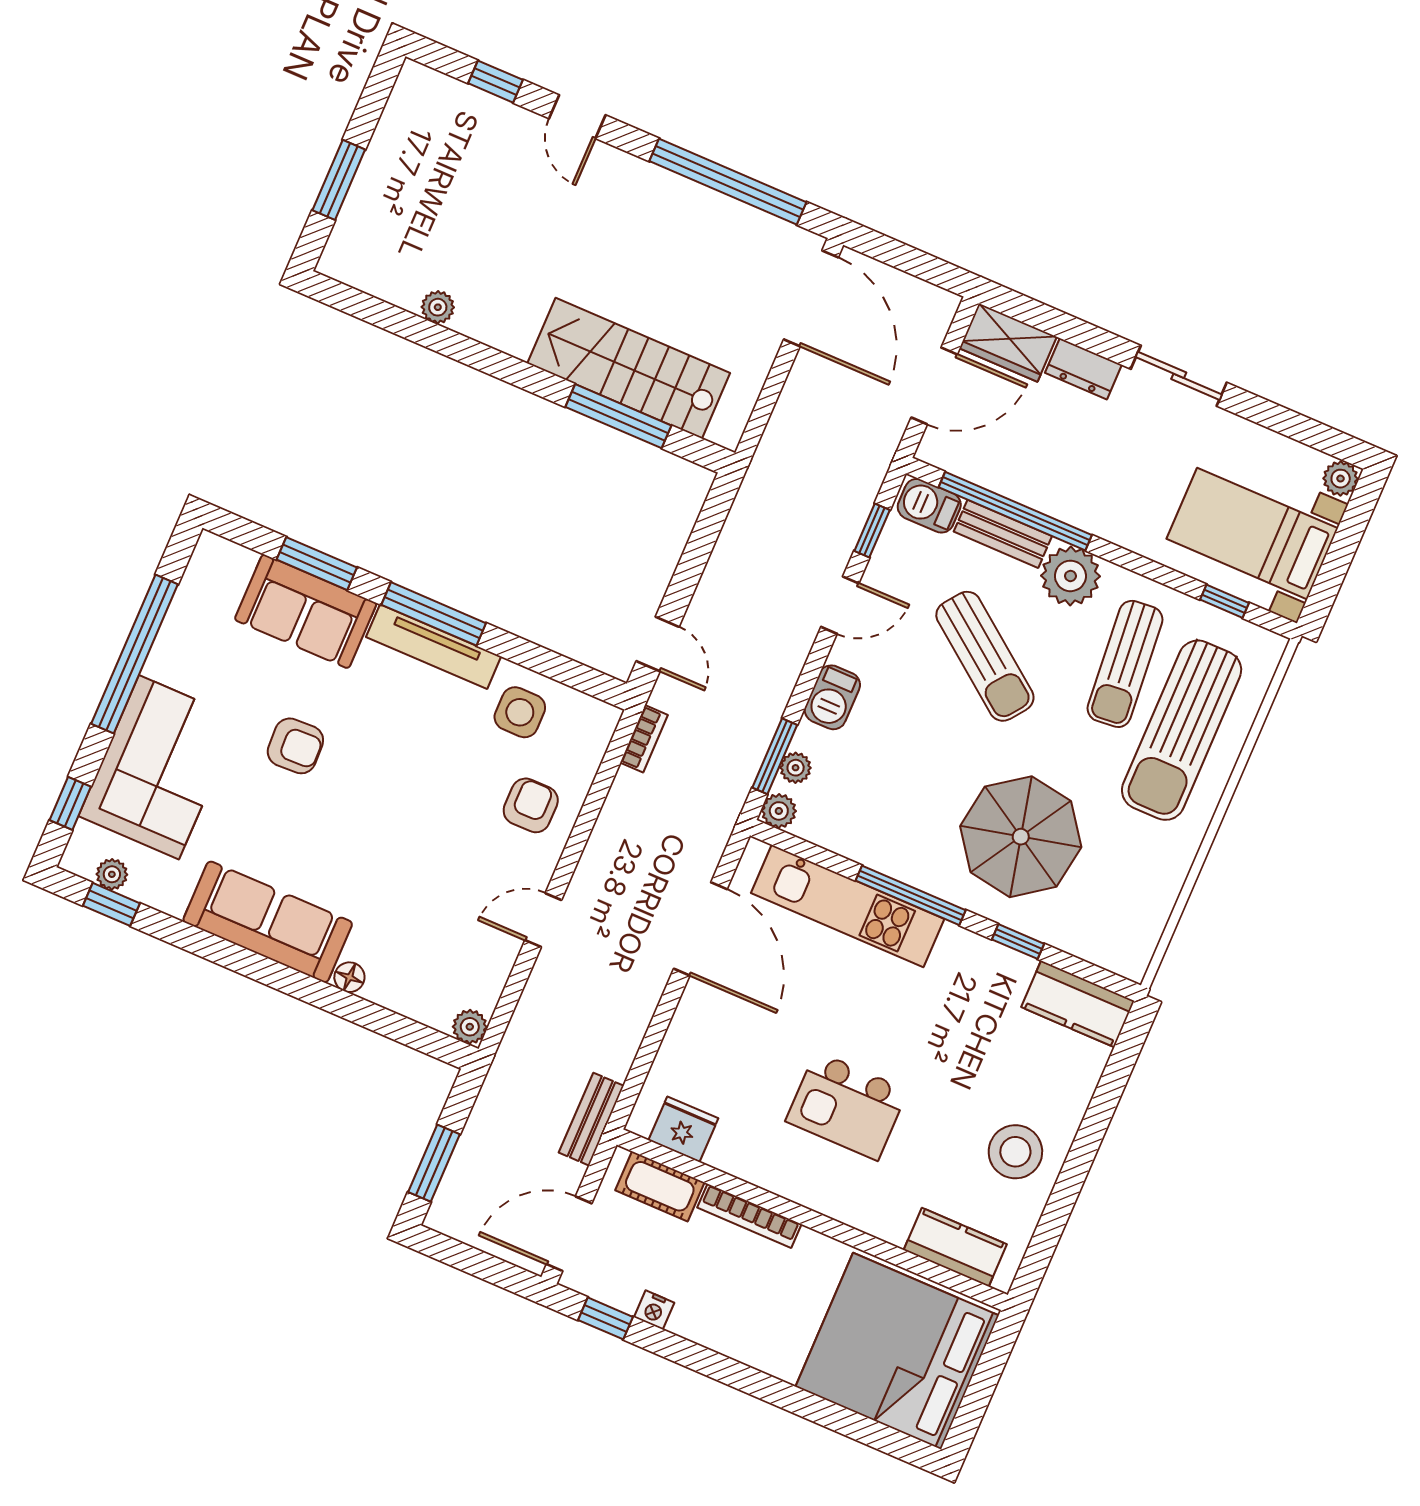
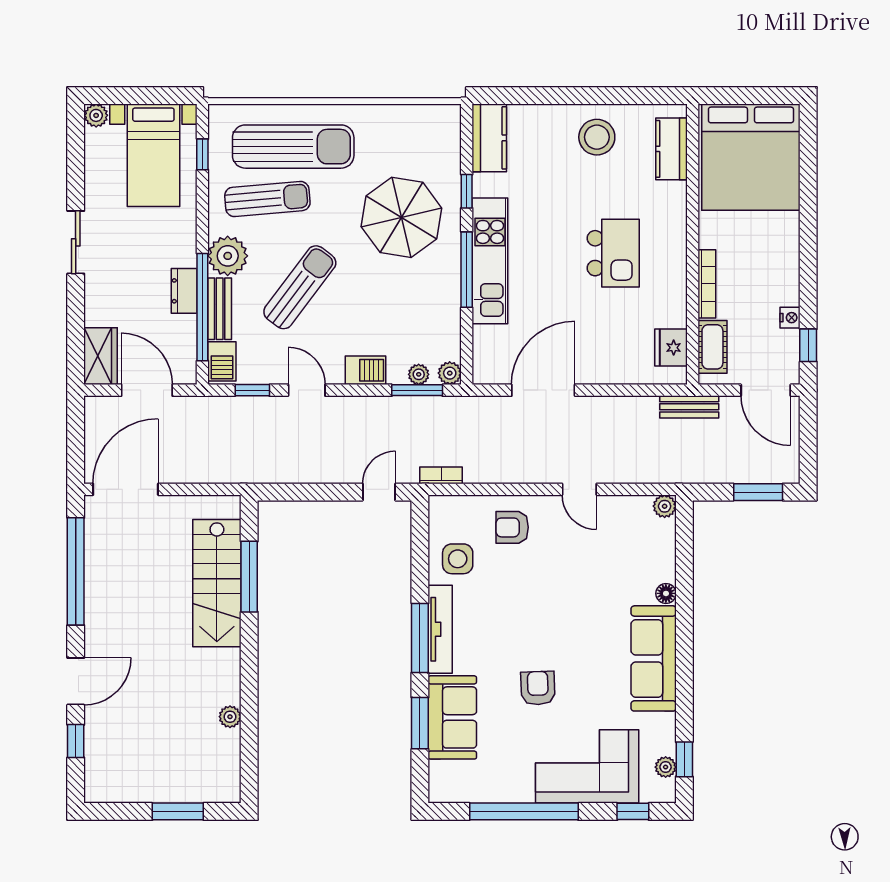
door: (577, 117) -> (76, 681), width x1.38
dresser: (1083, 369) -> (184, 291), moved, turned 180
kitchen unit: (848, 906) -> (490, 261), moved

